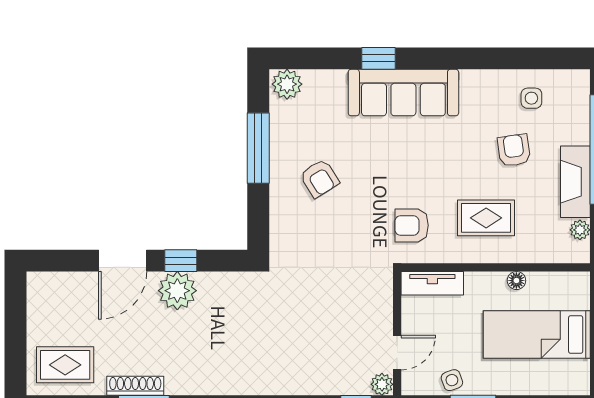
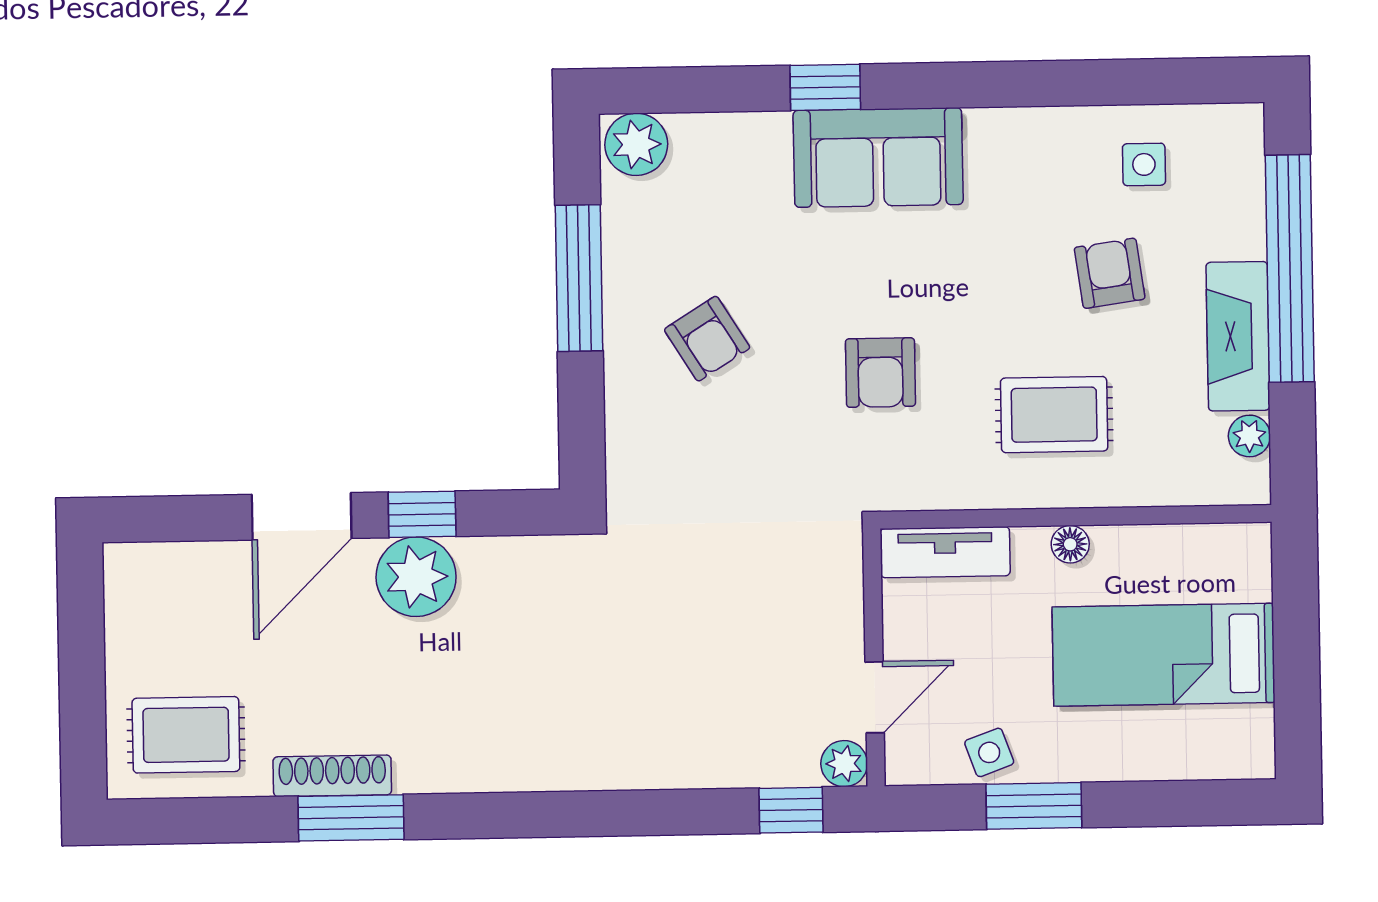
sofa: (403, 93) -> (878, 157), width x0.73
armchair: (412, 225) -> (880, 373), moved, turned -90
floor lamp: (516, 281) -> (1070, 544), moved

